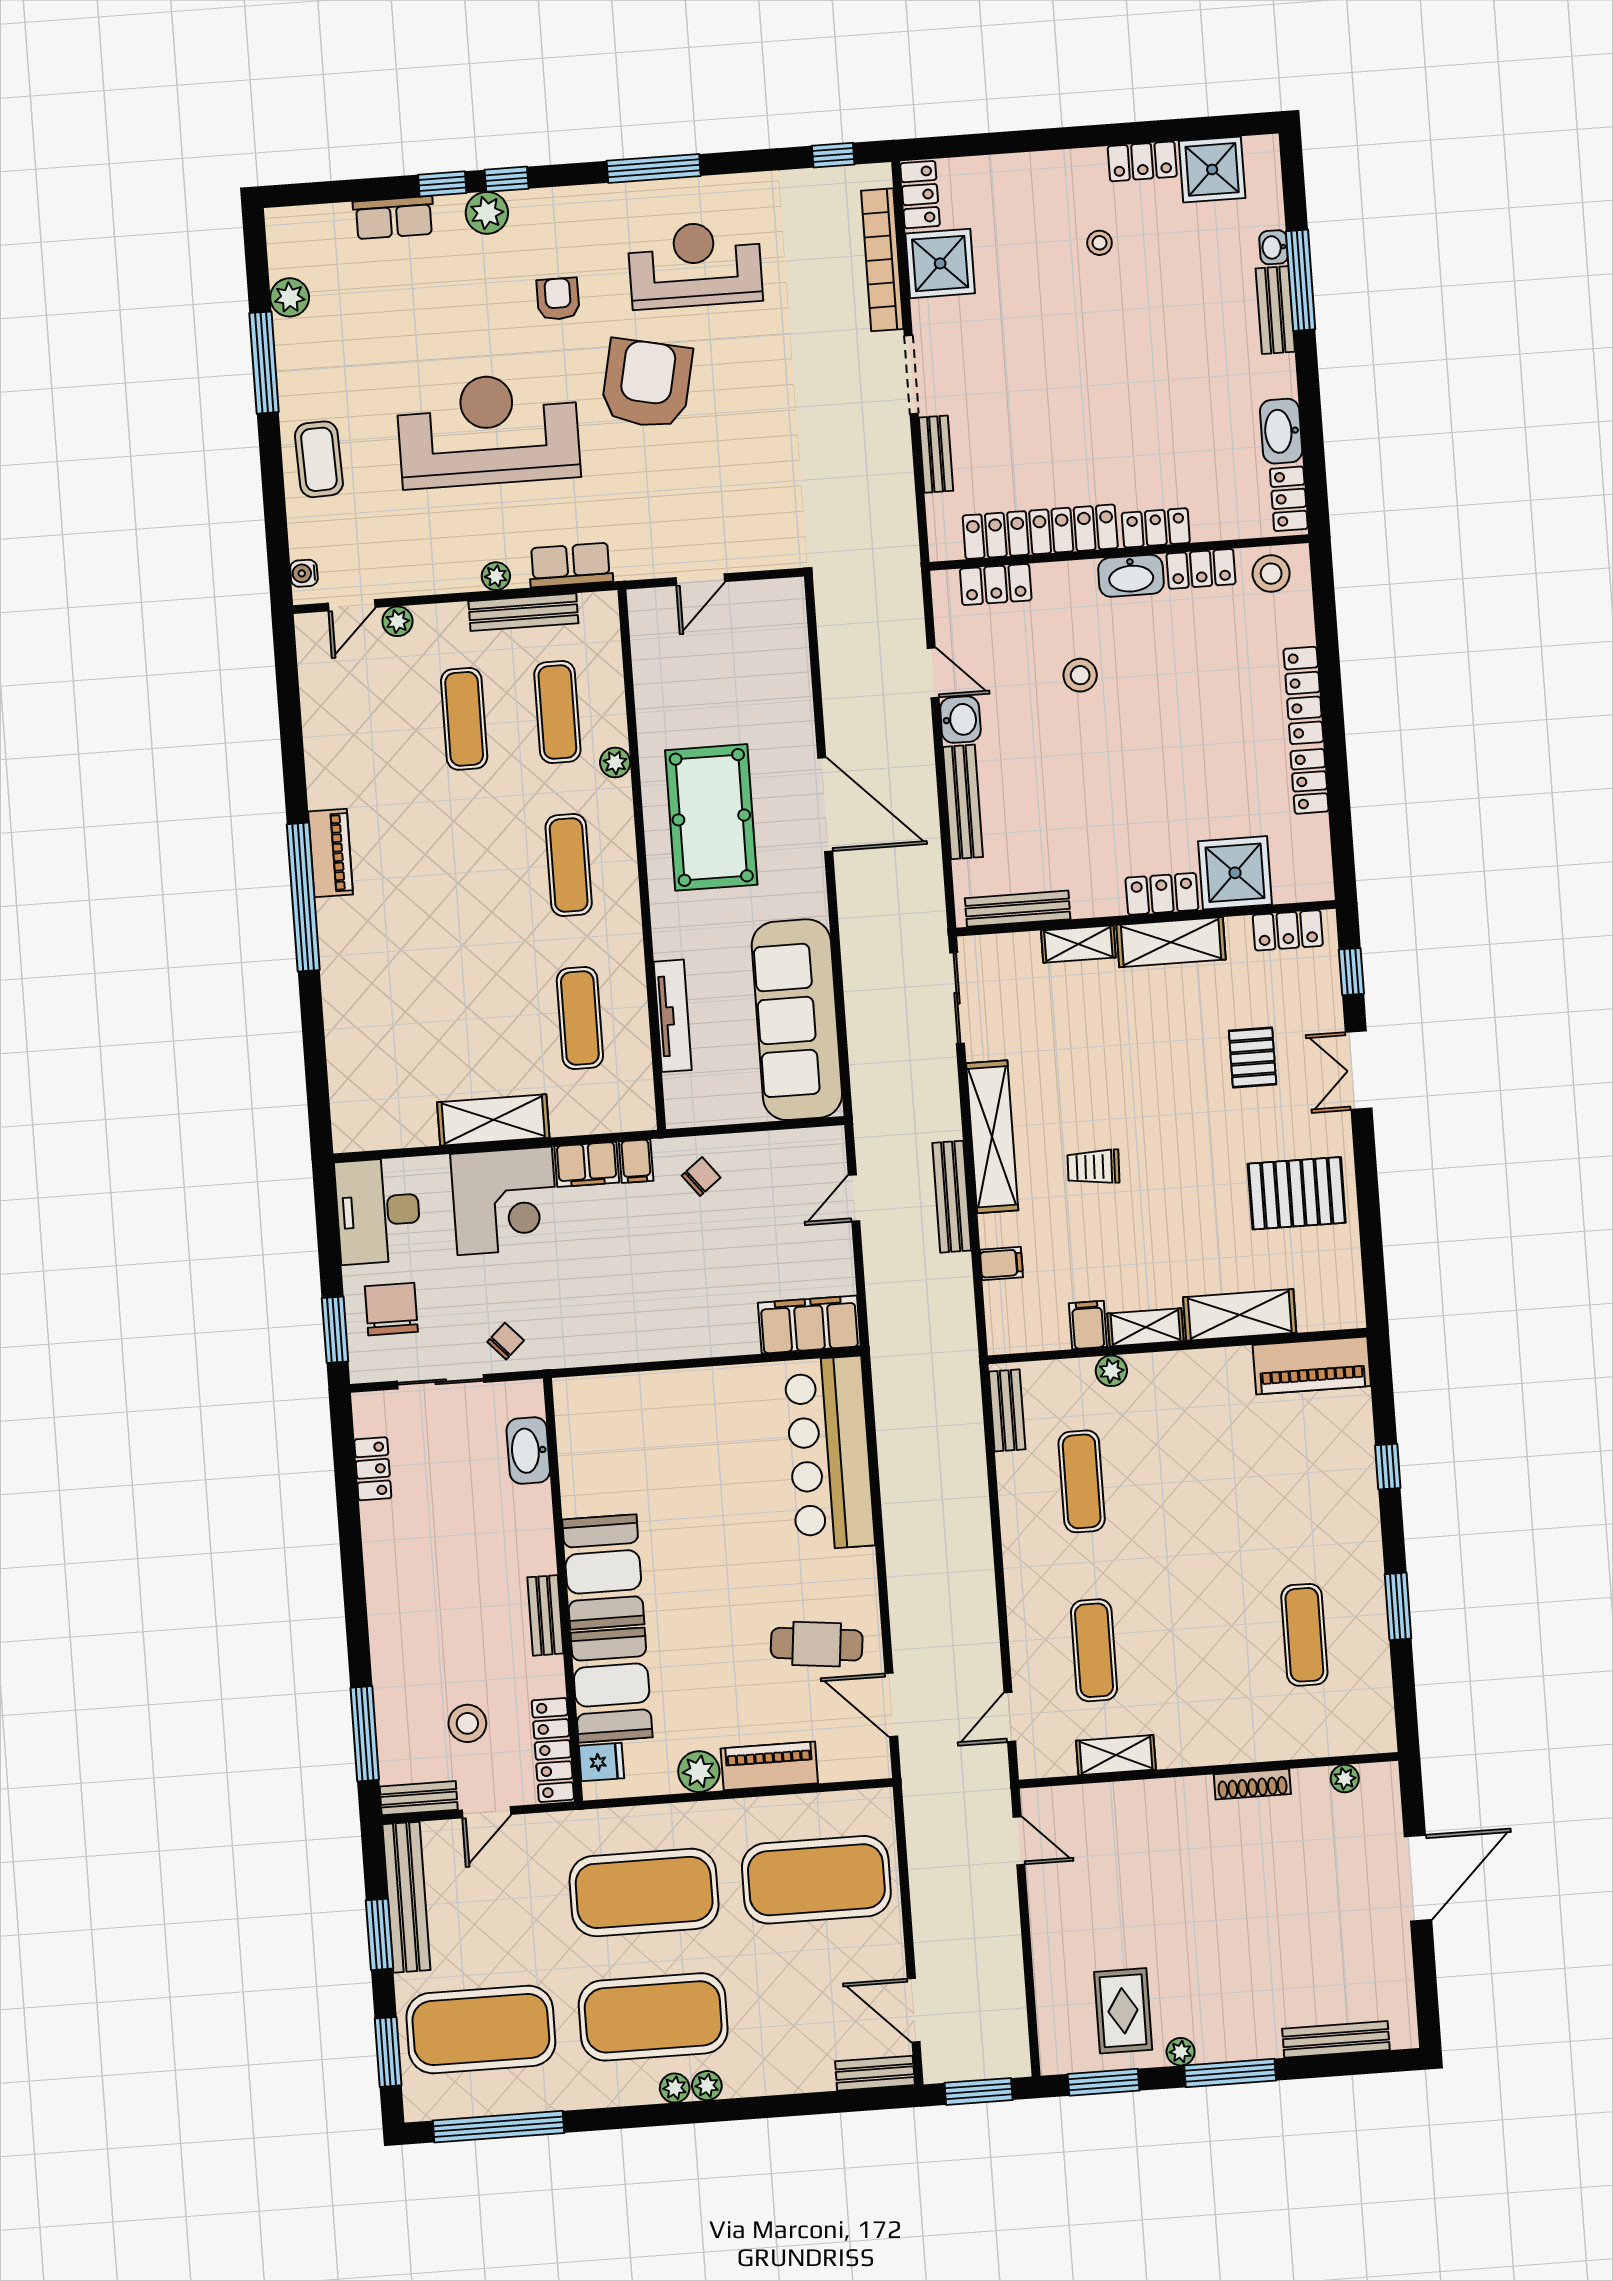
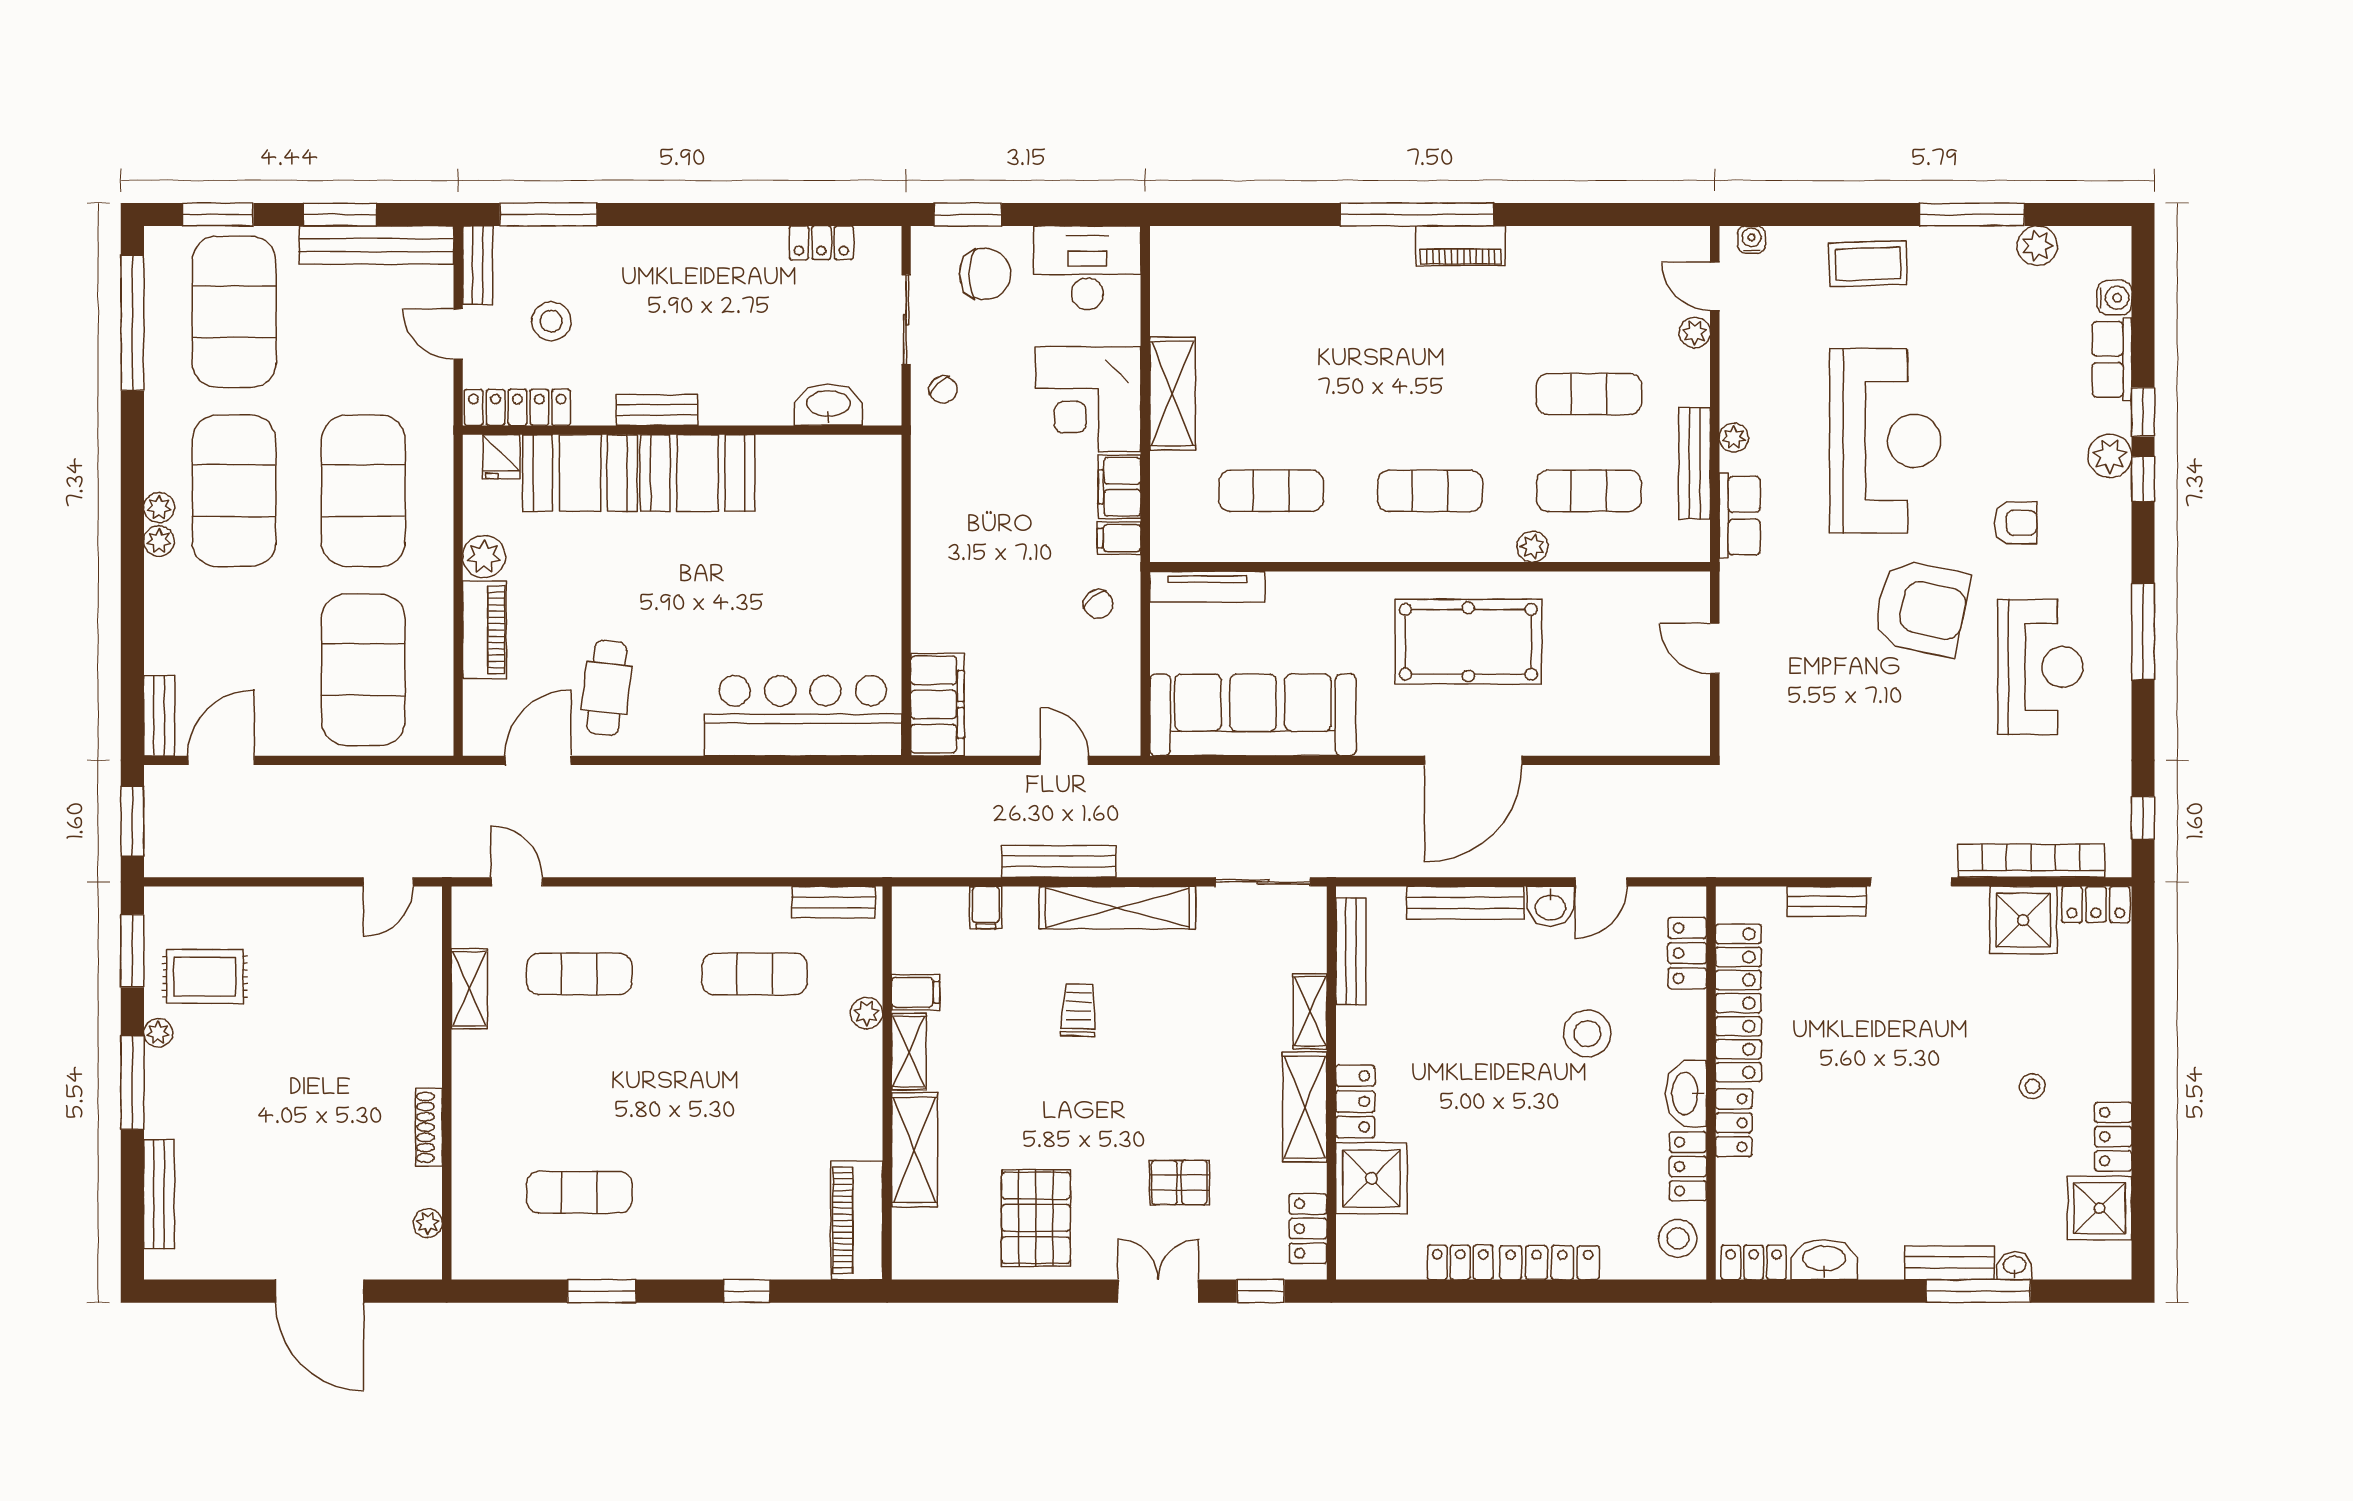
water cooler: (334, 220) -> (2114, 298), added
stool: (1080, 675) -> (1587, 1033), width x1.38, depth x1.38
tv unit: (673, 1016) -> (1207, 587), moved

